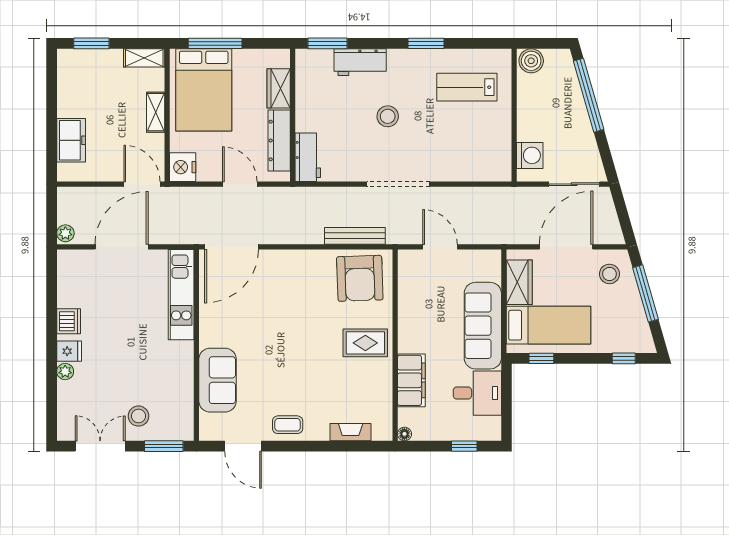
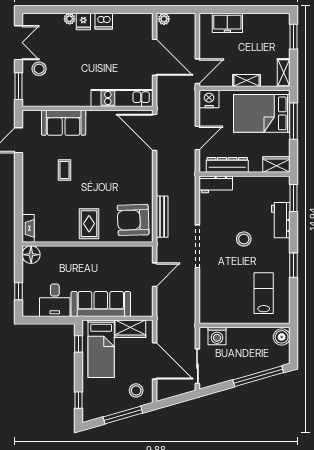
wardrobe: (279, 88) -> (276, 165), moved
filing cabinet: (411, 380) -> (63, 255), removed
coffee table: (288, 425) -> (65, 170), moved
fireplace: (351, 432) -> (28, 228), moved
floor lamp: (404, 434) -> (31, 255), width x1.89, depth x1.89

